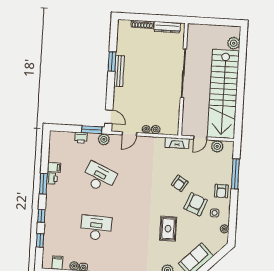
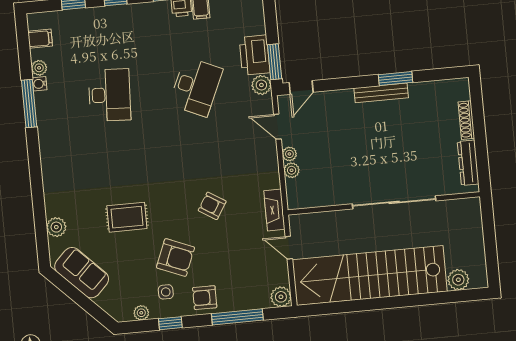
printer: (81, 138) -> (255, 55), width x1.87, depth x1.48
plant: (217, 146) -> (281, 297), moved
armchair: (180, 183) -> (212, 206), moved
window: (233, 213) -> (170, 323), added

